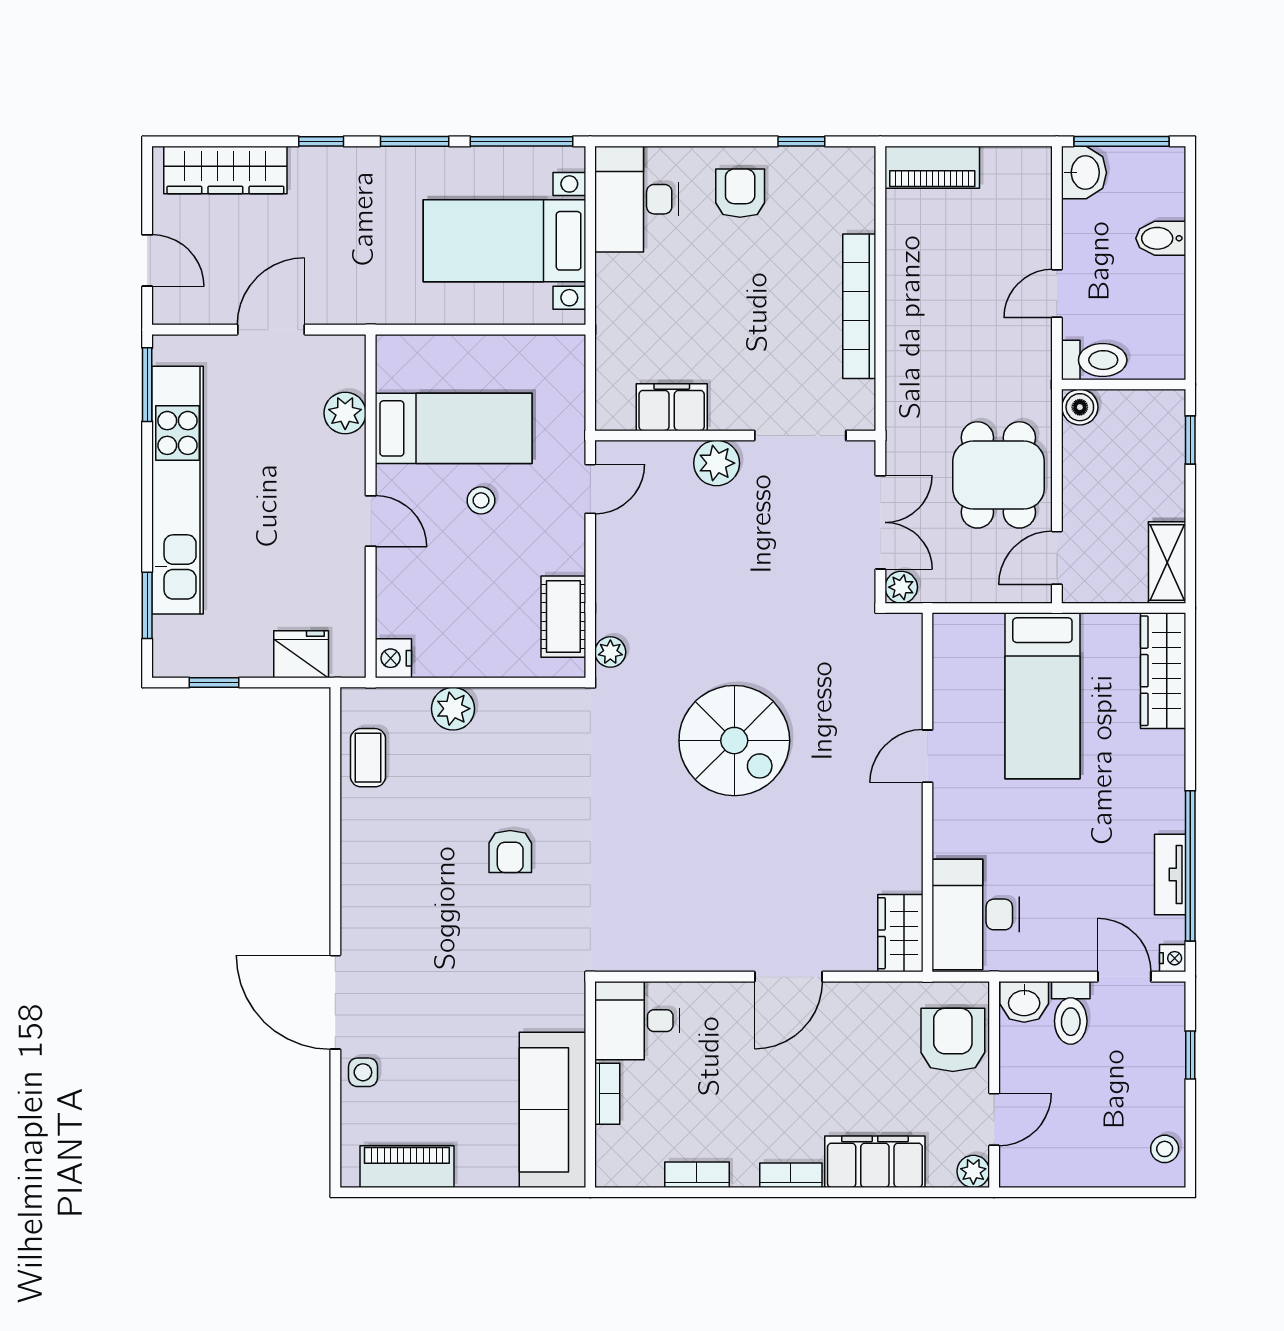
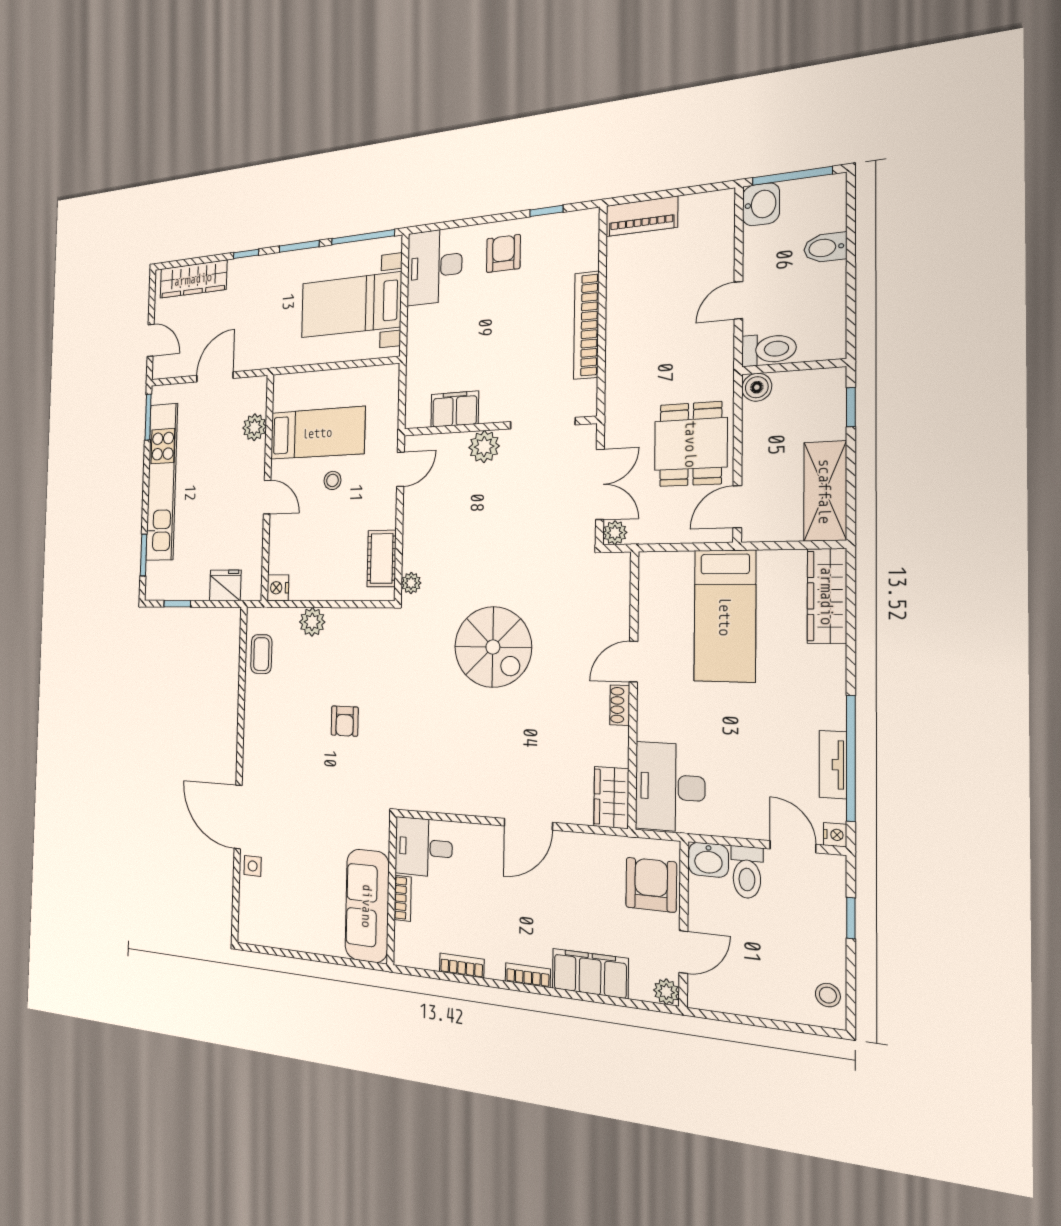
shelving: (1167, 562) -> (825, 491), width x1.50, depth x1.33
shoe rack: (910, 813) -> (620, 705), added
piano: (407, 1167) -> (277, 934), removed

